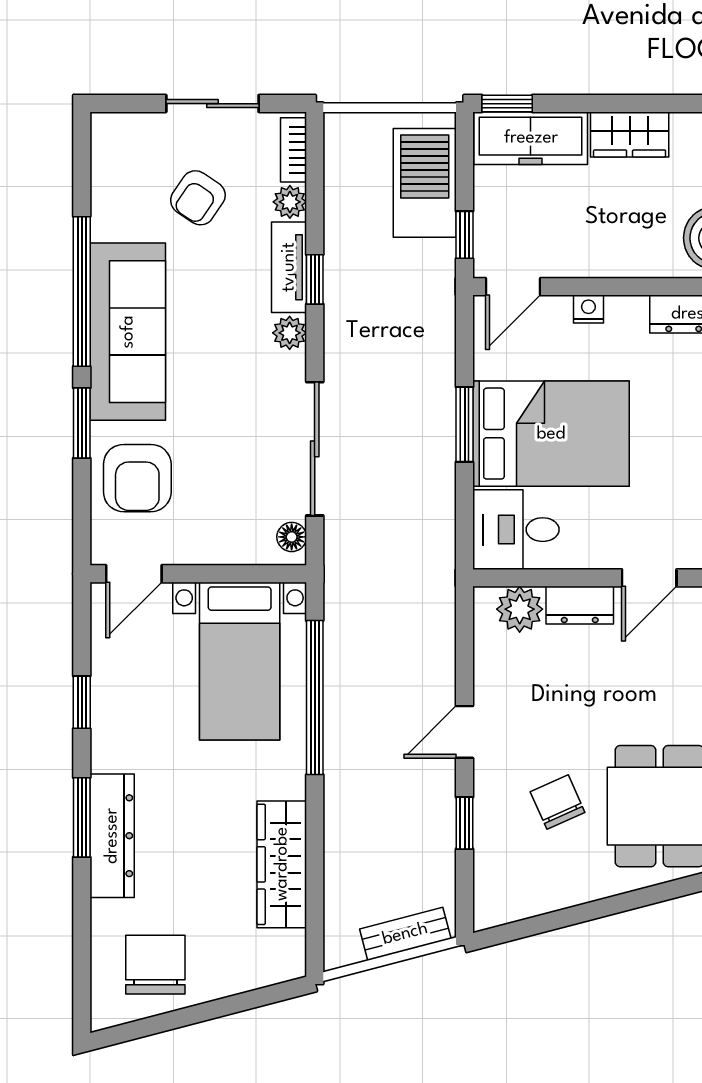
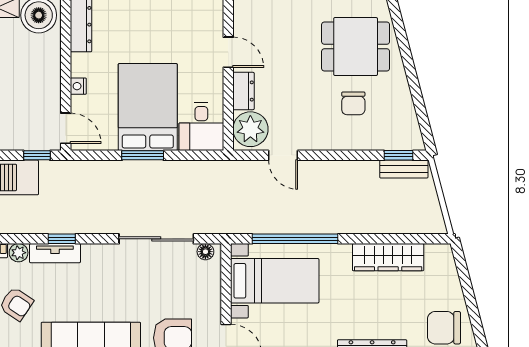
plant: (290, 333) -> (92, 253), removed
plant: (520, 609) -> (250, 129), width x1.36, depth x1.36
door: (465, 732) -> (283, 155), moved
chair: (558, 802) -> (353, 103), turned -66
window: (465, 823) -> (399, 155), moved
bench: (405, 934) -> (404, 169), moved, turned -75

